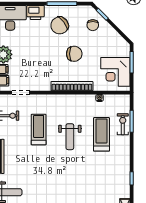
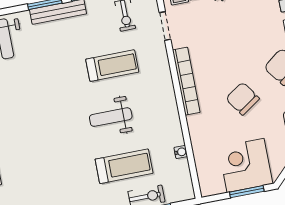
chair: (74, 54) -> (243, 99), turned 146
corner desk: (115, 72) -> (246, 165), moved
bookcase: (72, 86) -> (186, 81), moved

